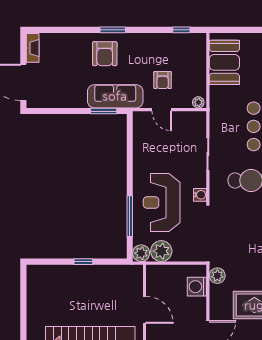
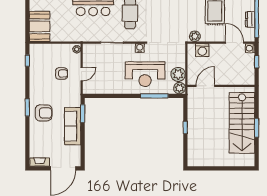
booth: (224, 62) -> (40, 26), moved, turned 90
sofa: (115, 96) -> (73, 126), moved
door: (144, 310) -> (205, 86), moved

